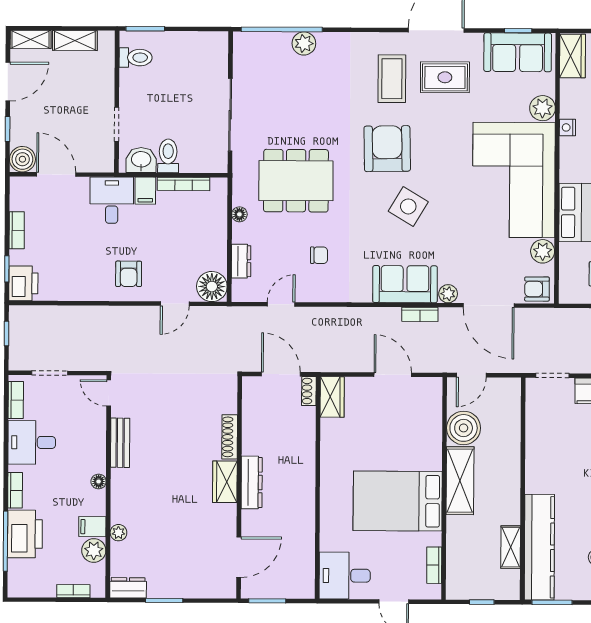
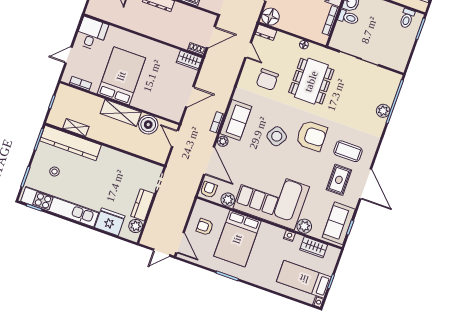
wardrobe: (573, 56) -> (314, 247), moved
chair: (319, 255) -> (267, 80), width x1.87, depth x1.87
dresser: (241, 261) -> (266, 32), moved
door: (489, 305) -> (209, 161), swing flipped

